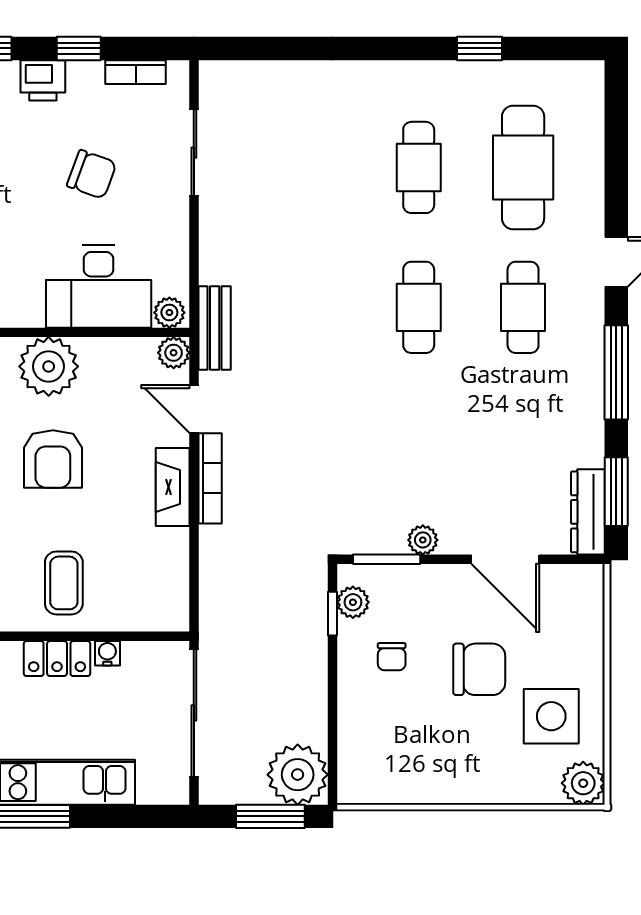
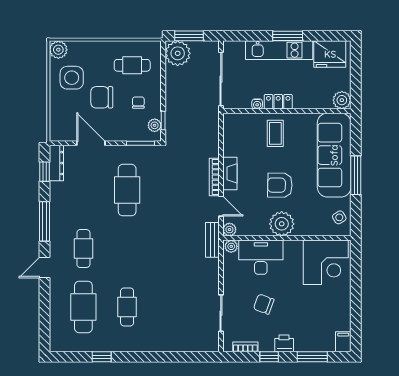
cafe table: (419, 307) -> (127, 190), moved, width x1.37, depth x1.35
armchair: (53, 459) -> (280, 185), turned -89
window: (616, 492) -> (44, 172), width x0.67
plant: (423, 540) -> (125, 151), removed
cafe table: (406, 746) -> (132, 65), added

